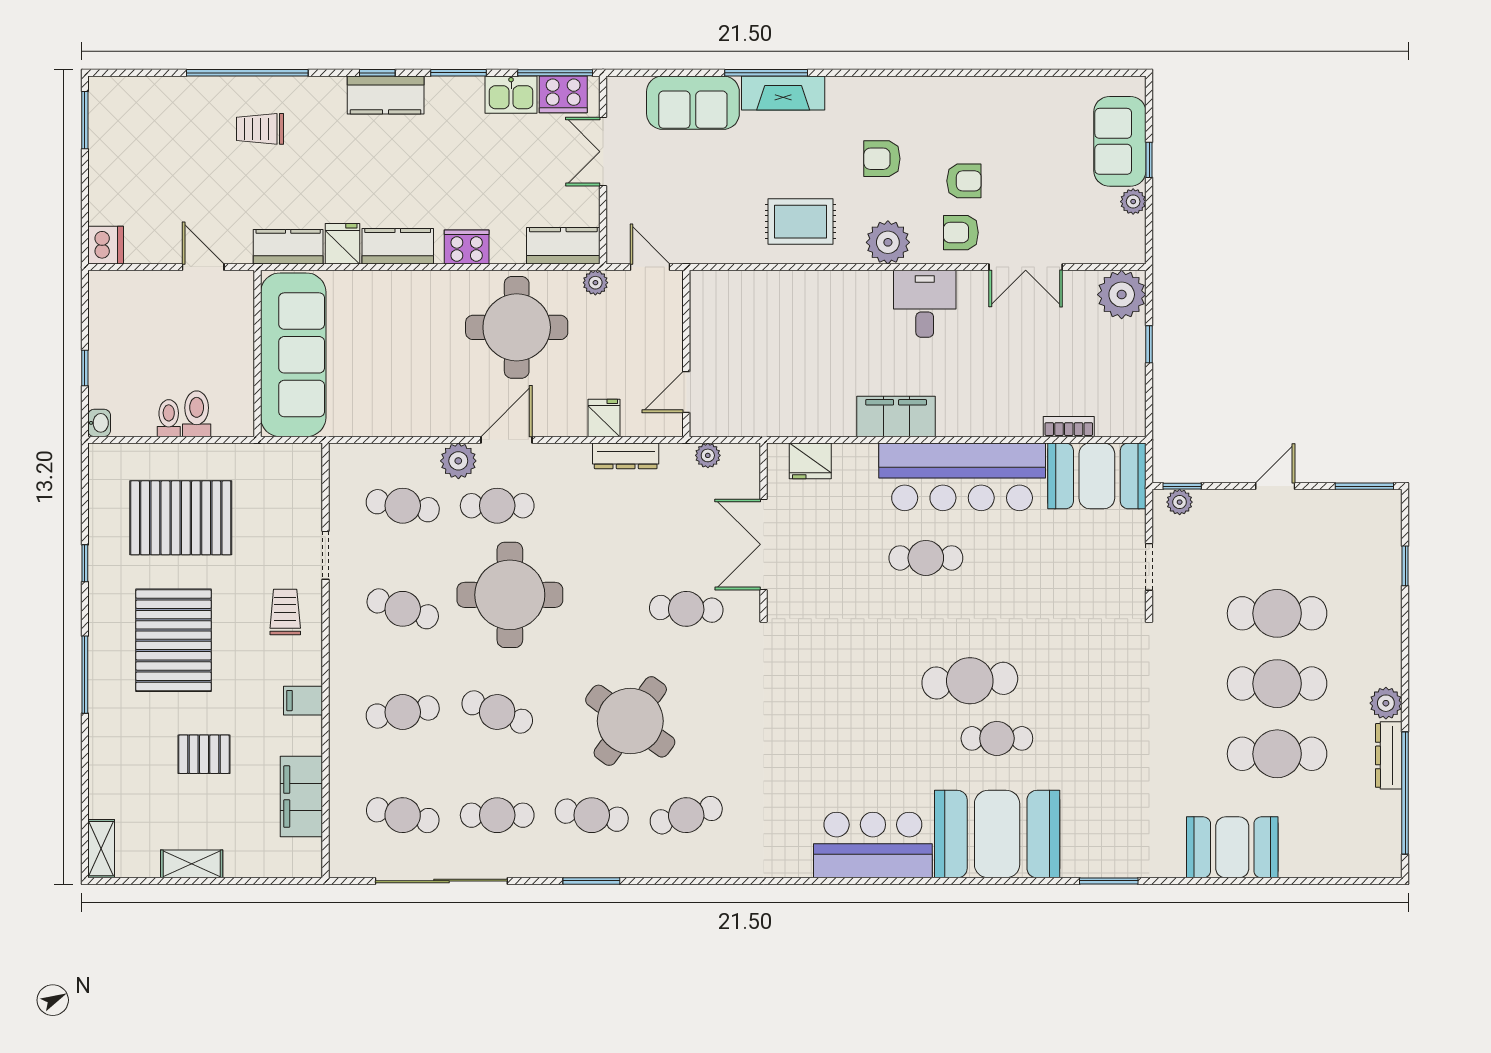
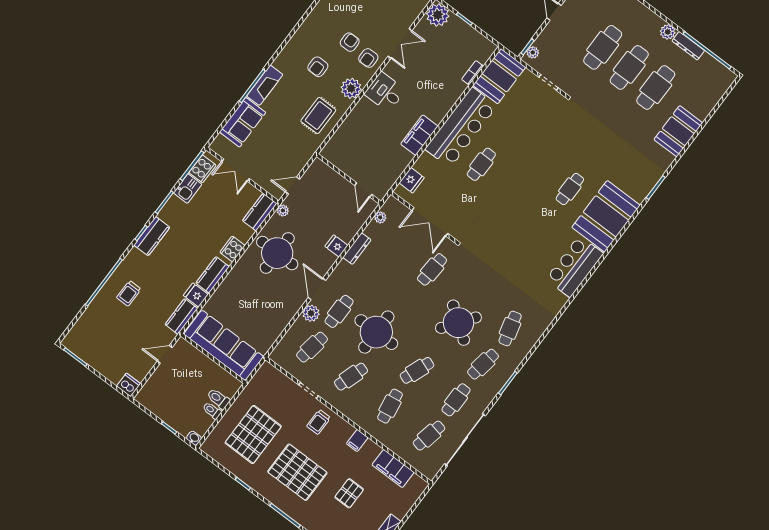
wall: (686, 354) -> (349, 179), moved
door: (686, 392) -> (363, 190), moved
trolley: (285, 612) -> (319, 422), turned -90
cafe table: (970, 681) -> (540, 183), removed

